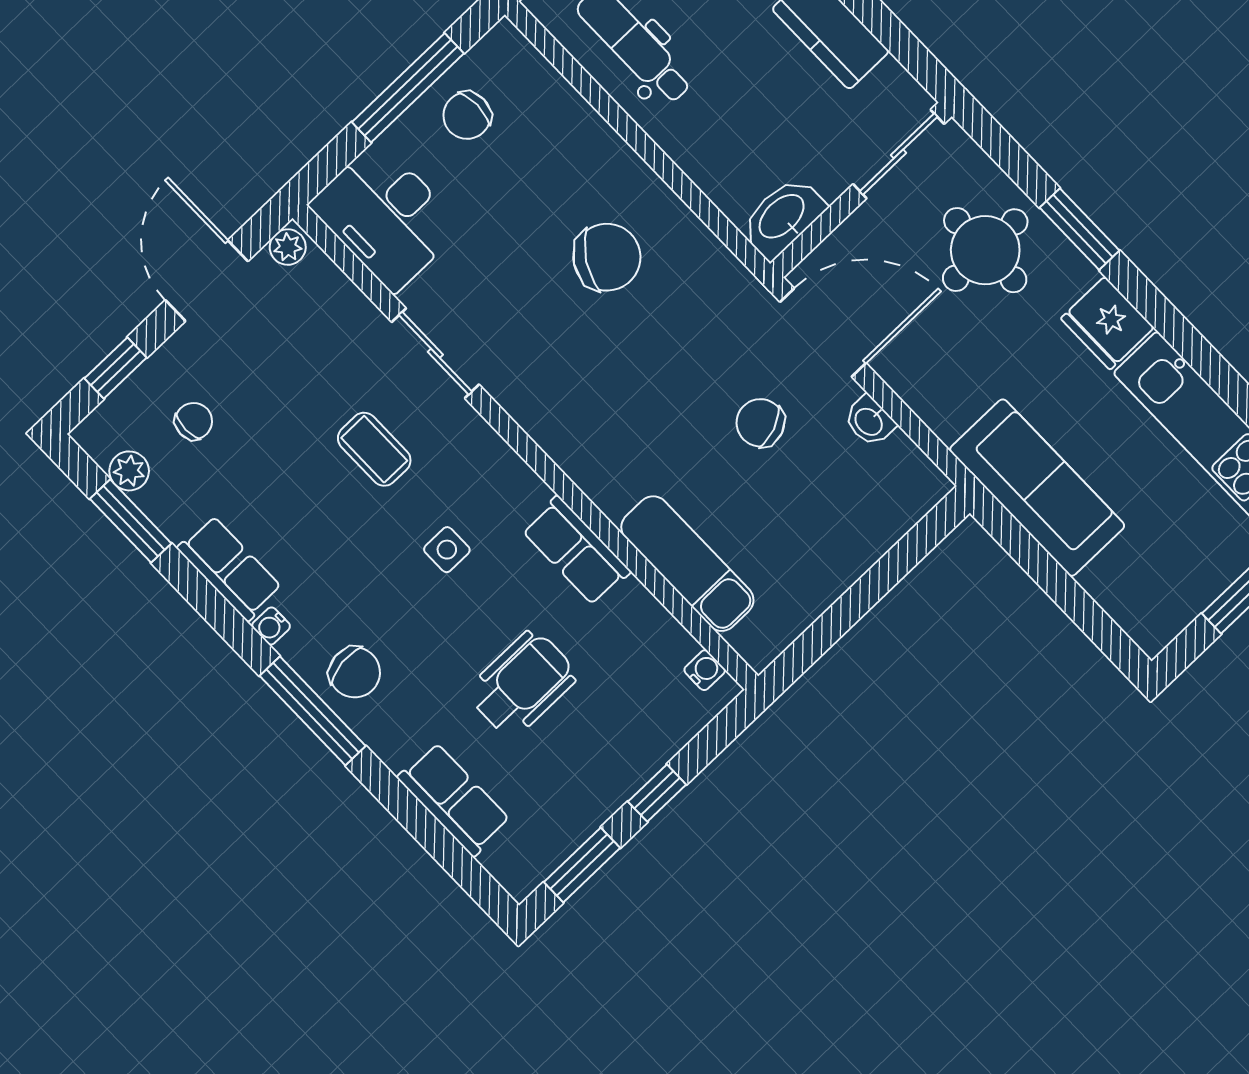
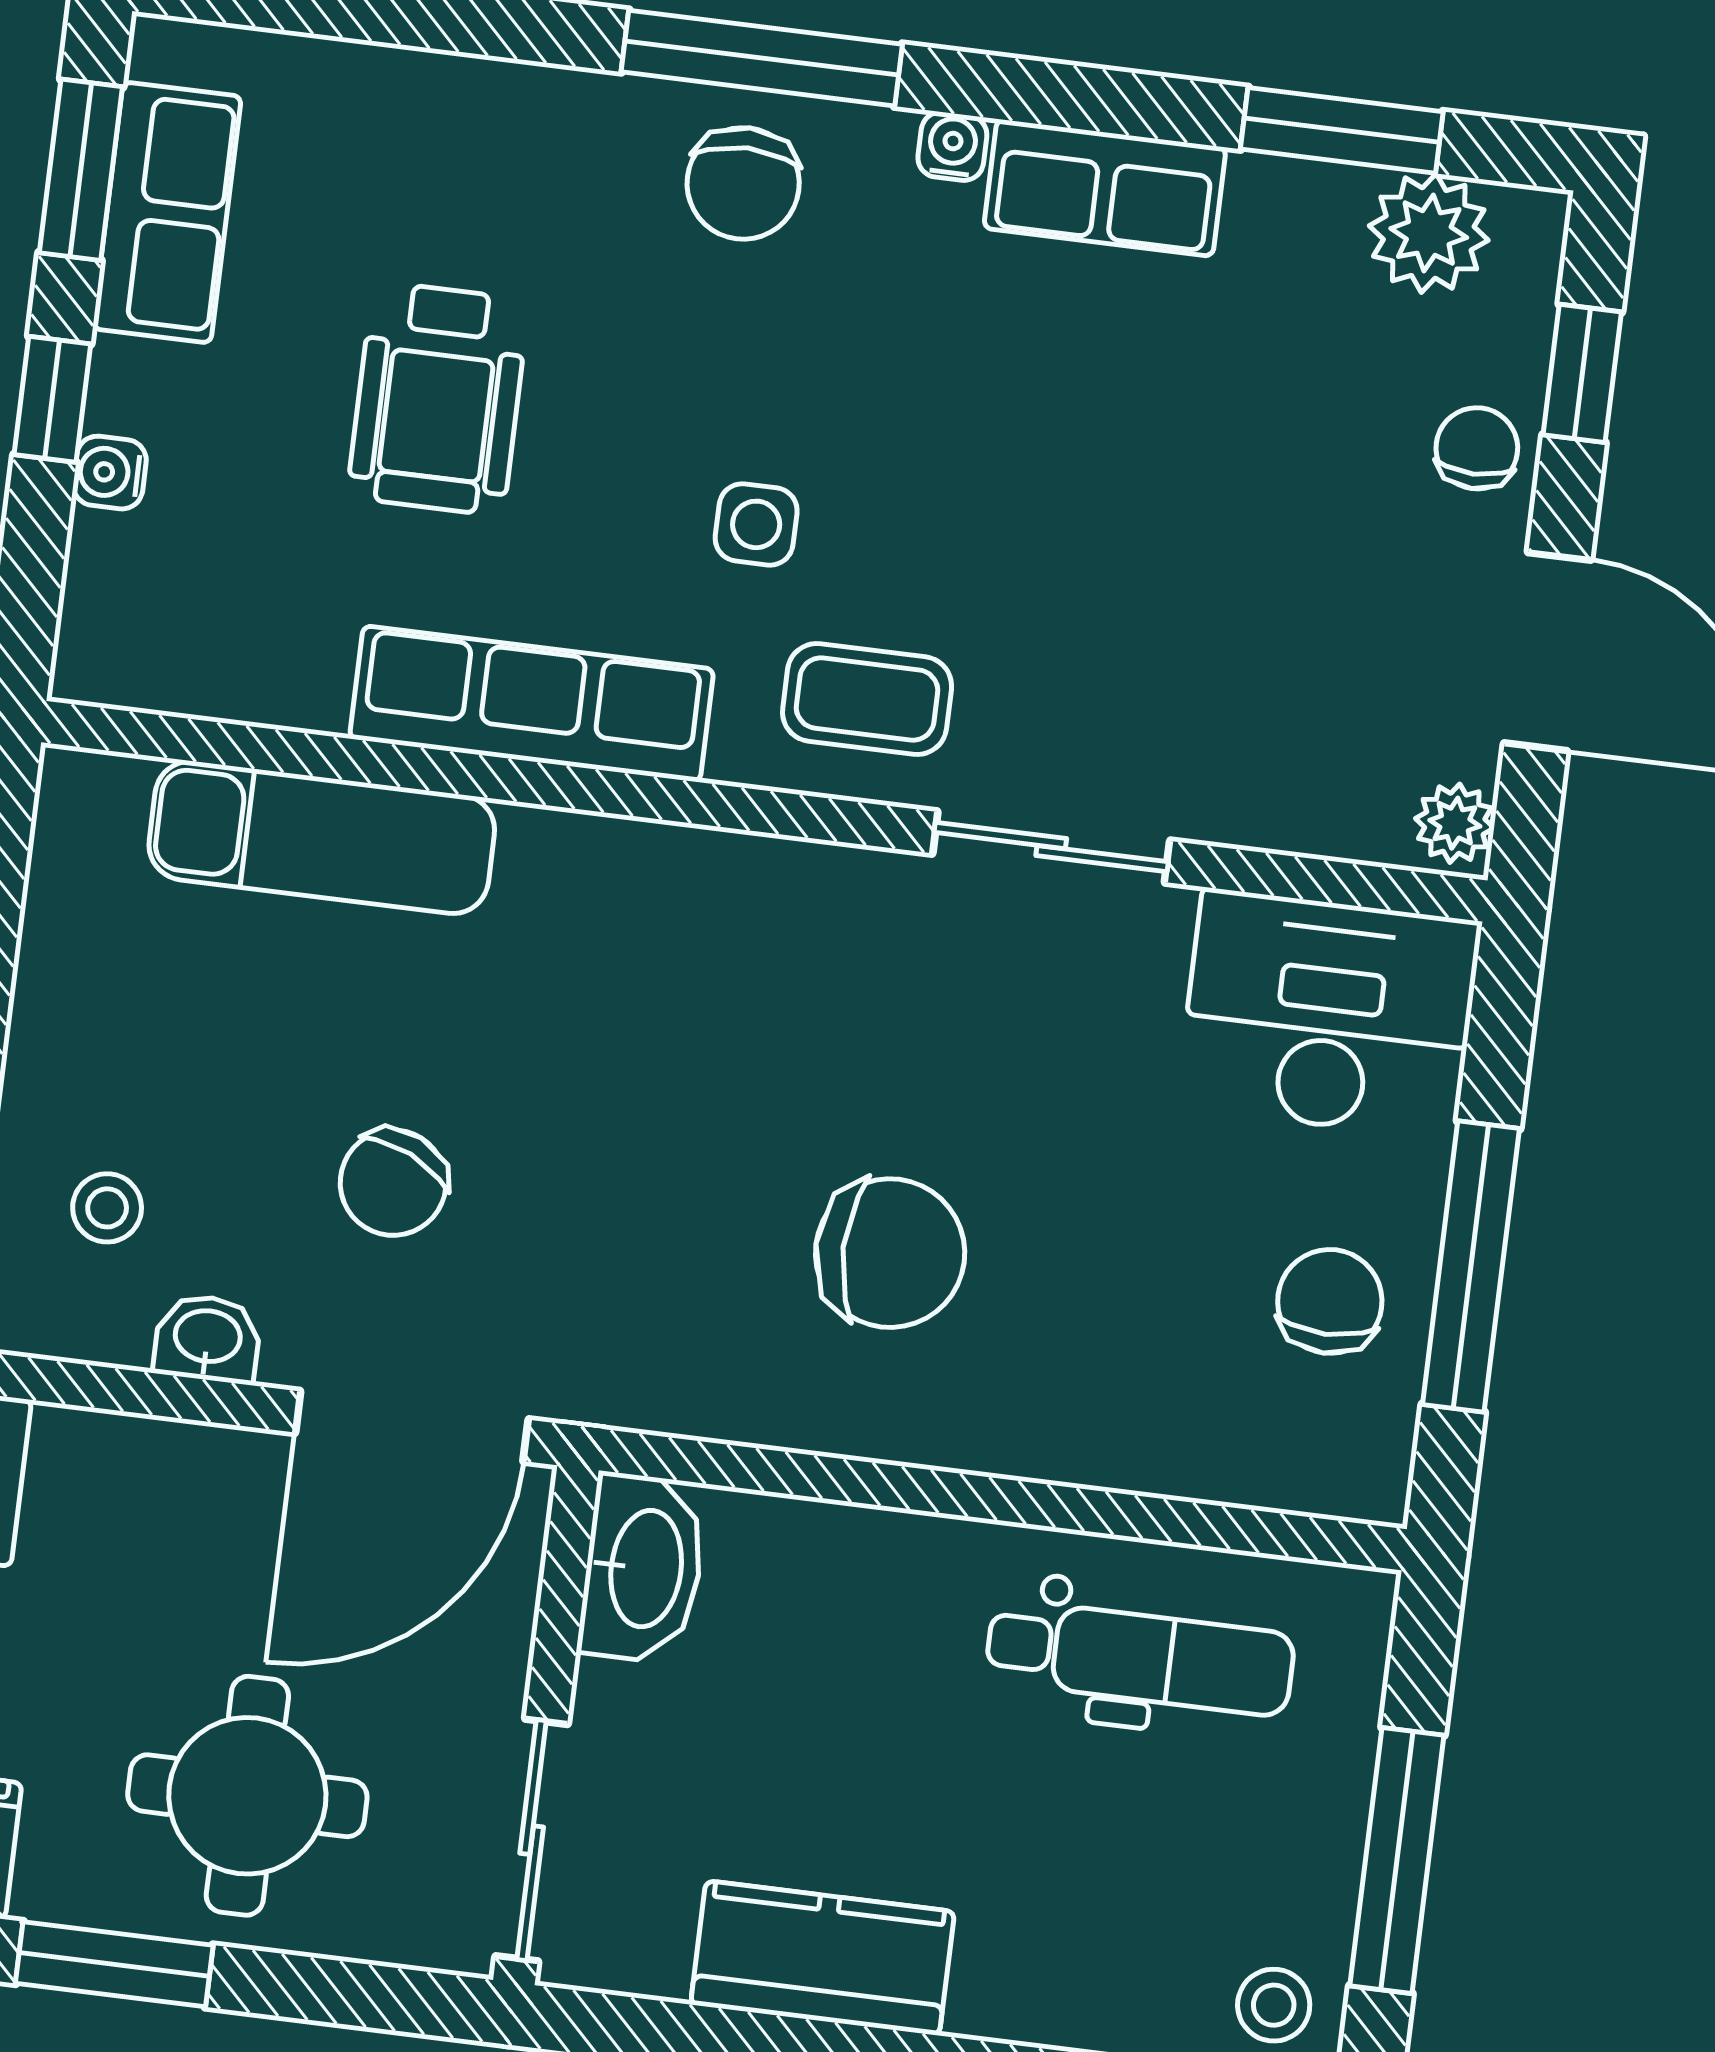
chair: (607, 257) -> (890, 1253), turned -122
chair: (194, 421) -> (1477, 448), moved, turned 180
chair: (760, 423) -> (393, 1183), turned 136
coffee table: (374, 449) -> (867, 699), moved
plant: (129, 471) -> (1429, 233), width x1.38, depth x1.38
stool: (867, 495) -> (107, 1208), added
row of seats: (576, 551) -> (532, 704), width x1.48
water cooler: (705, 670) -> (110, 473), moved, turned 90
chair: (355, 672) -> (743, 183), turned -83
row of seats: (454, 799) -> (167, 212), moved, turned -90

